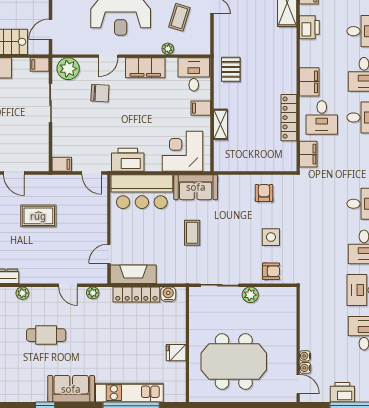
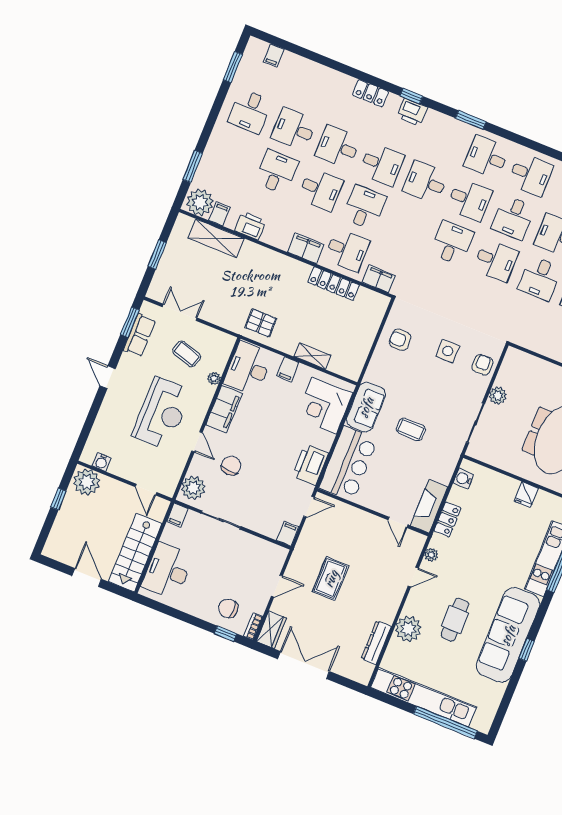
desk: (194, 74) -> (248, 368), width x1.37
plant: (22, 293) -> (408, 629), width x1.88, depth x1.88
locker: (136, 294) -> (447, 519), width x0.66
sofa: (71, 389) -> (508, 635), width x1.85, depth x1.27

